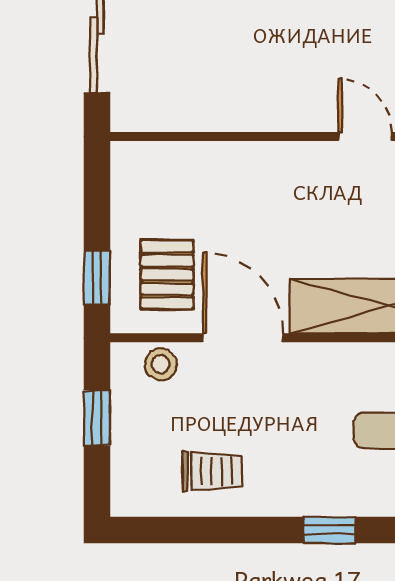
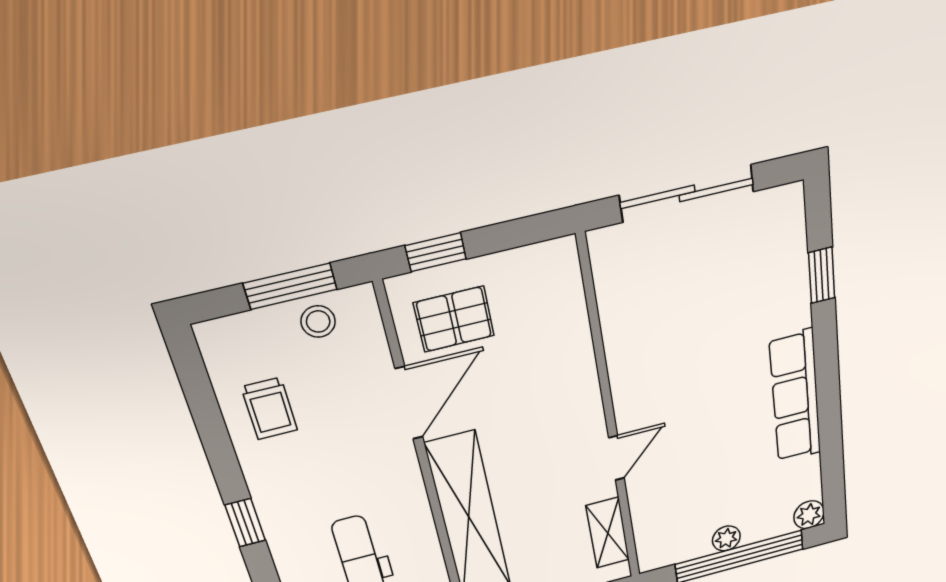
stool: (161, 364) -> (318, 321), moved
window: (97, 418) -> (290, 286), width x1.50

